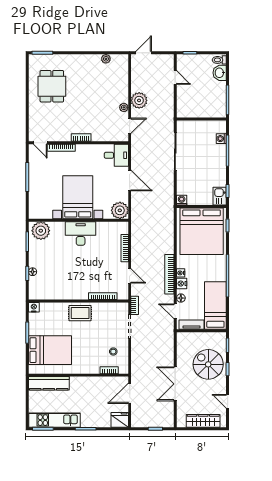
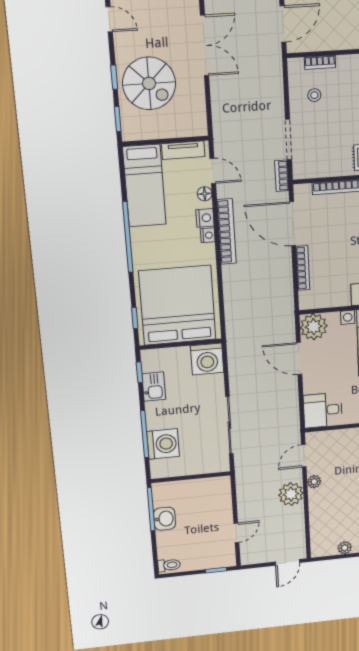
washbasin: (220, 73) -> (165, 519), moved
door: (175, 78) -> (236, 533), swing flipped
washing machine: (221, 139) -> (163, 444), width x1.89, depth x1.89
door: (130, 180) -> (299, 358), moved
kitchen sink: (220, 196) -> (154, 387), moved
washing machine: (182, 200) -> (207, 359), width x1.89, depth x1.89
door: (130, 276) -> (293, 224), width x1.88

